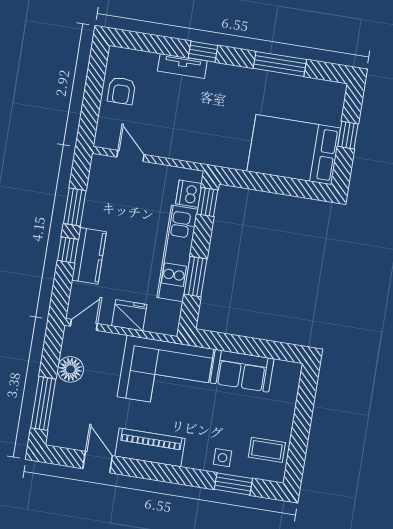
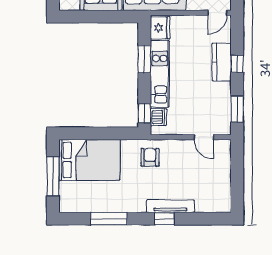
tv unit: (182, 66) -> (170, 206), width x1.41
armchair: (121, 91) -> (150, 157), moved
window: (348, 135) -> (53, 176), width x2.17
window: (75, 207) -> (237, 109), moved
fridge: (129, 315) -> (160, 28), moved, turned -90

